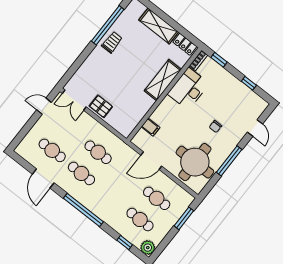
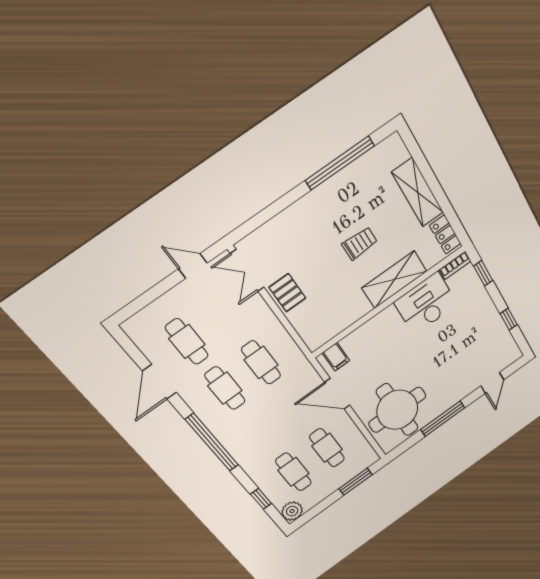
trolley: (112, 42) -> (360, 243), moved
filing cabinet: (151, 127) -> (336, 357), moved
chair: (215, 127) -> (443, 368), removed

